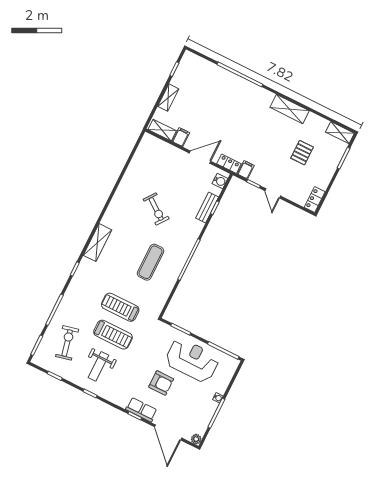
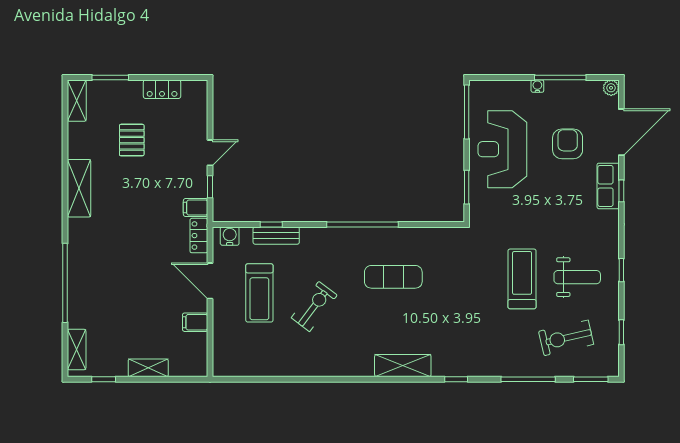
shelving: (162, 130) -> (77, 350), moved
pallet: (302, 153) -> (132, 140), turned 90
locker: (315, 200) -> (162, 89), moved
treadmill: (120, 307) -> (259, 293), moved
armchair: (161, 383) -> (568, 144), moved

